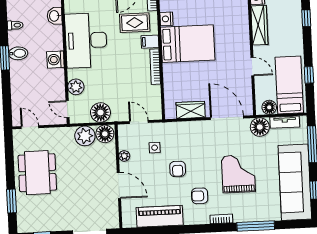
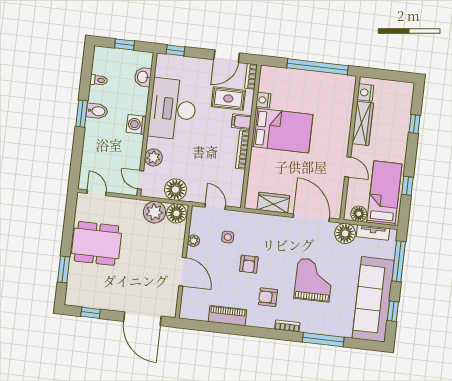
dining table: (37, 173) -> (97, 243), turned 90
piano: (160, 216) -> (227, 316), width x0.73, depth x0.75

